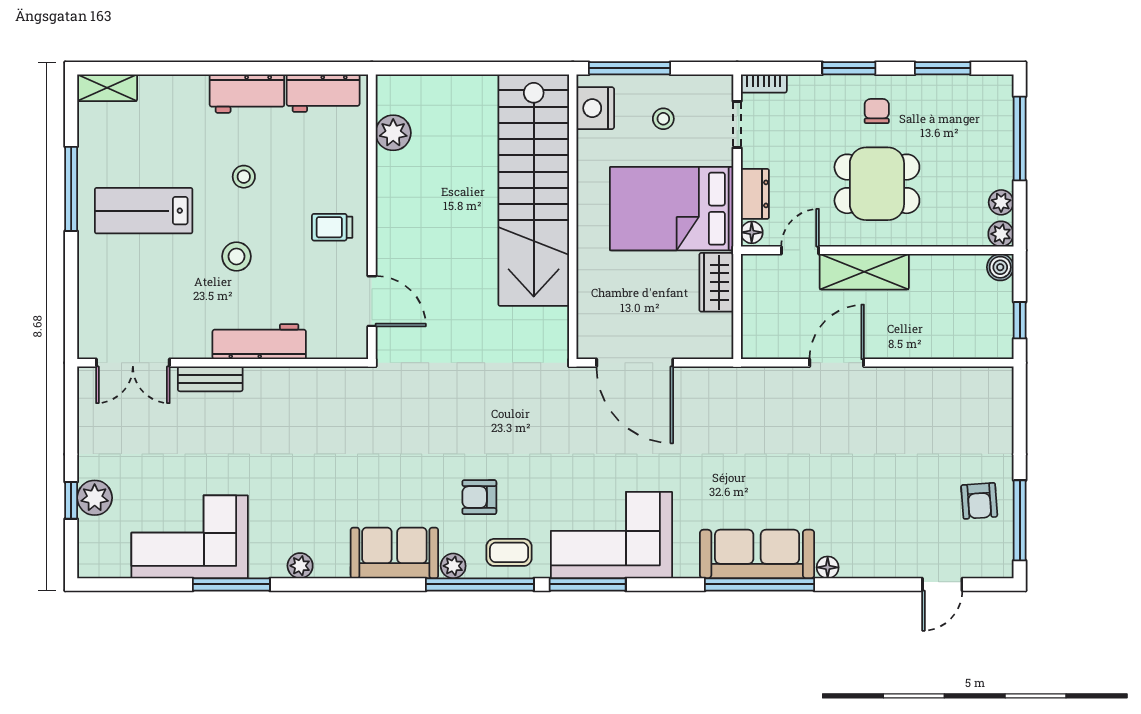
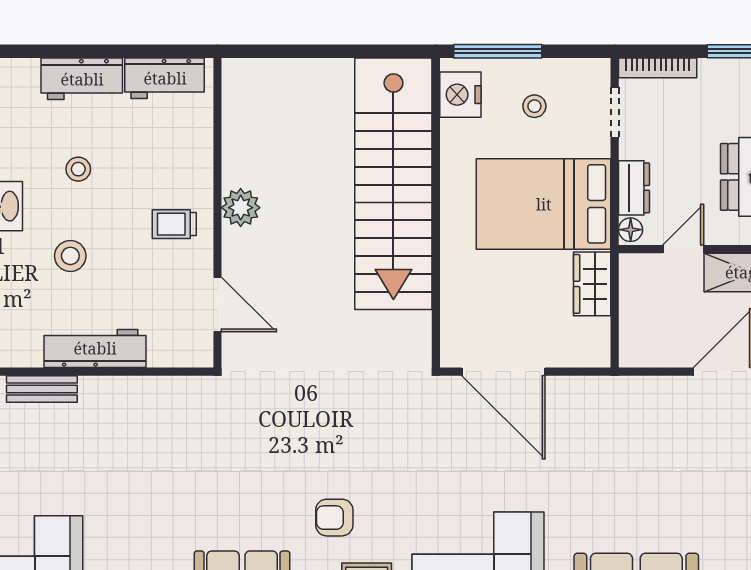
bookcase: (764, 83) -> (658, 68), width x1.56
plant: (393, 133) -> (241, 208), moved

